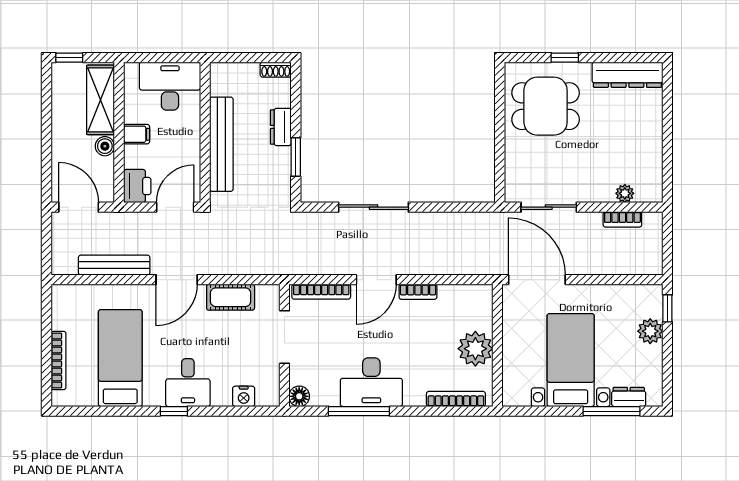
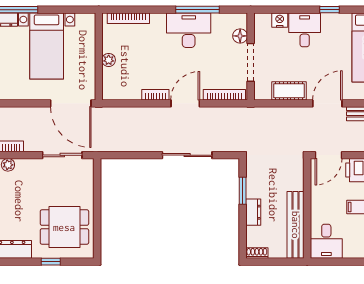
desk: (170, 86) -> (326, 241), width x0.73
bench: (221, 144) -> (296, 225), moved
plant: (475, 349) -> (109, 60), width x0.53, depth x0.53
desk: (188, 383) -> (305, 30), moved
floor lamp: (299, 396) -> (240, 36), moved

